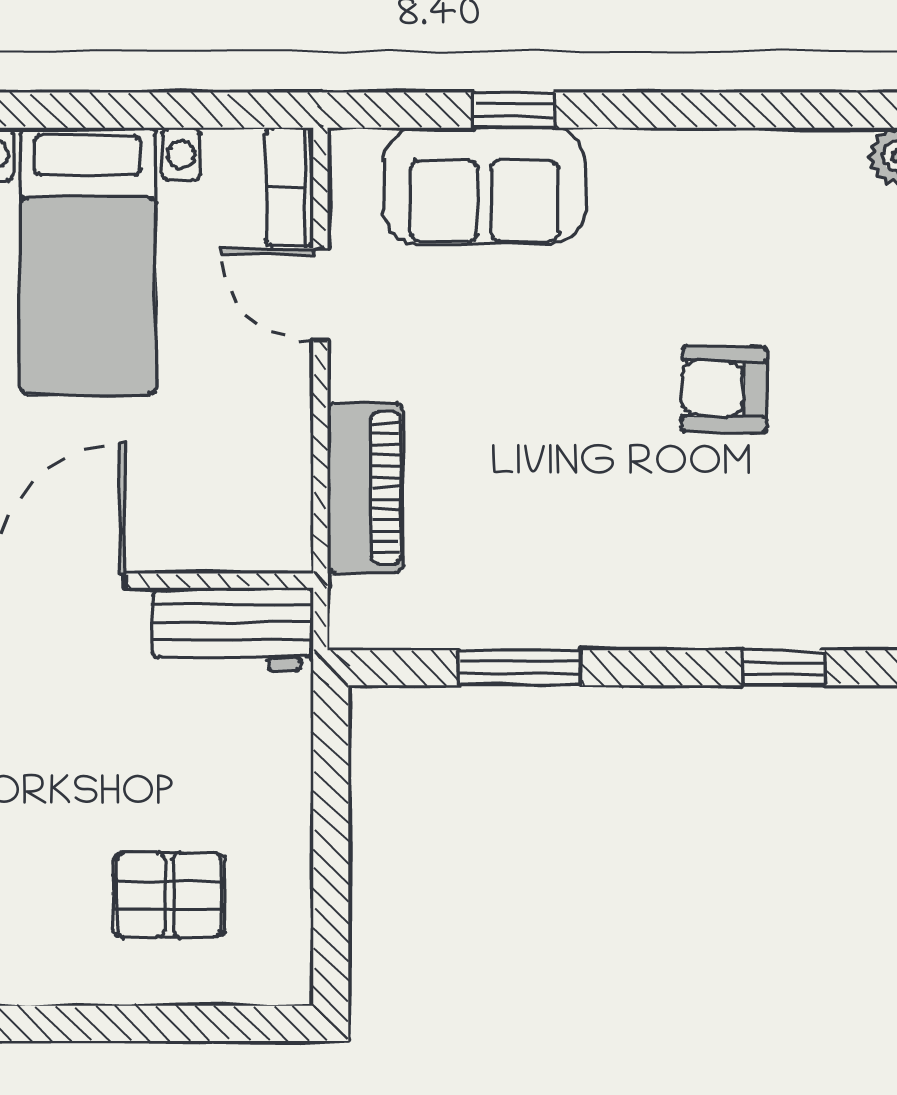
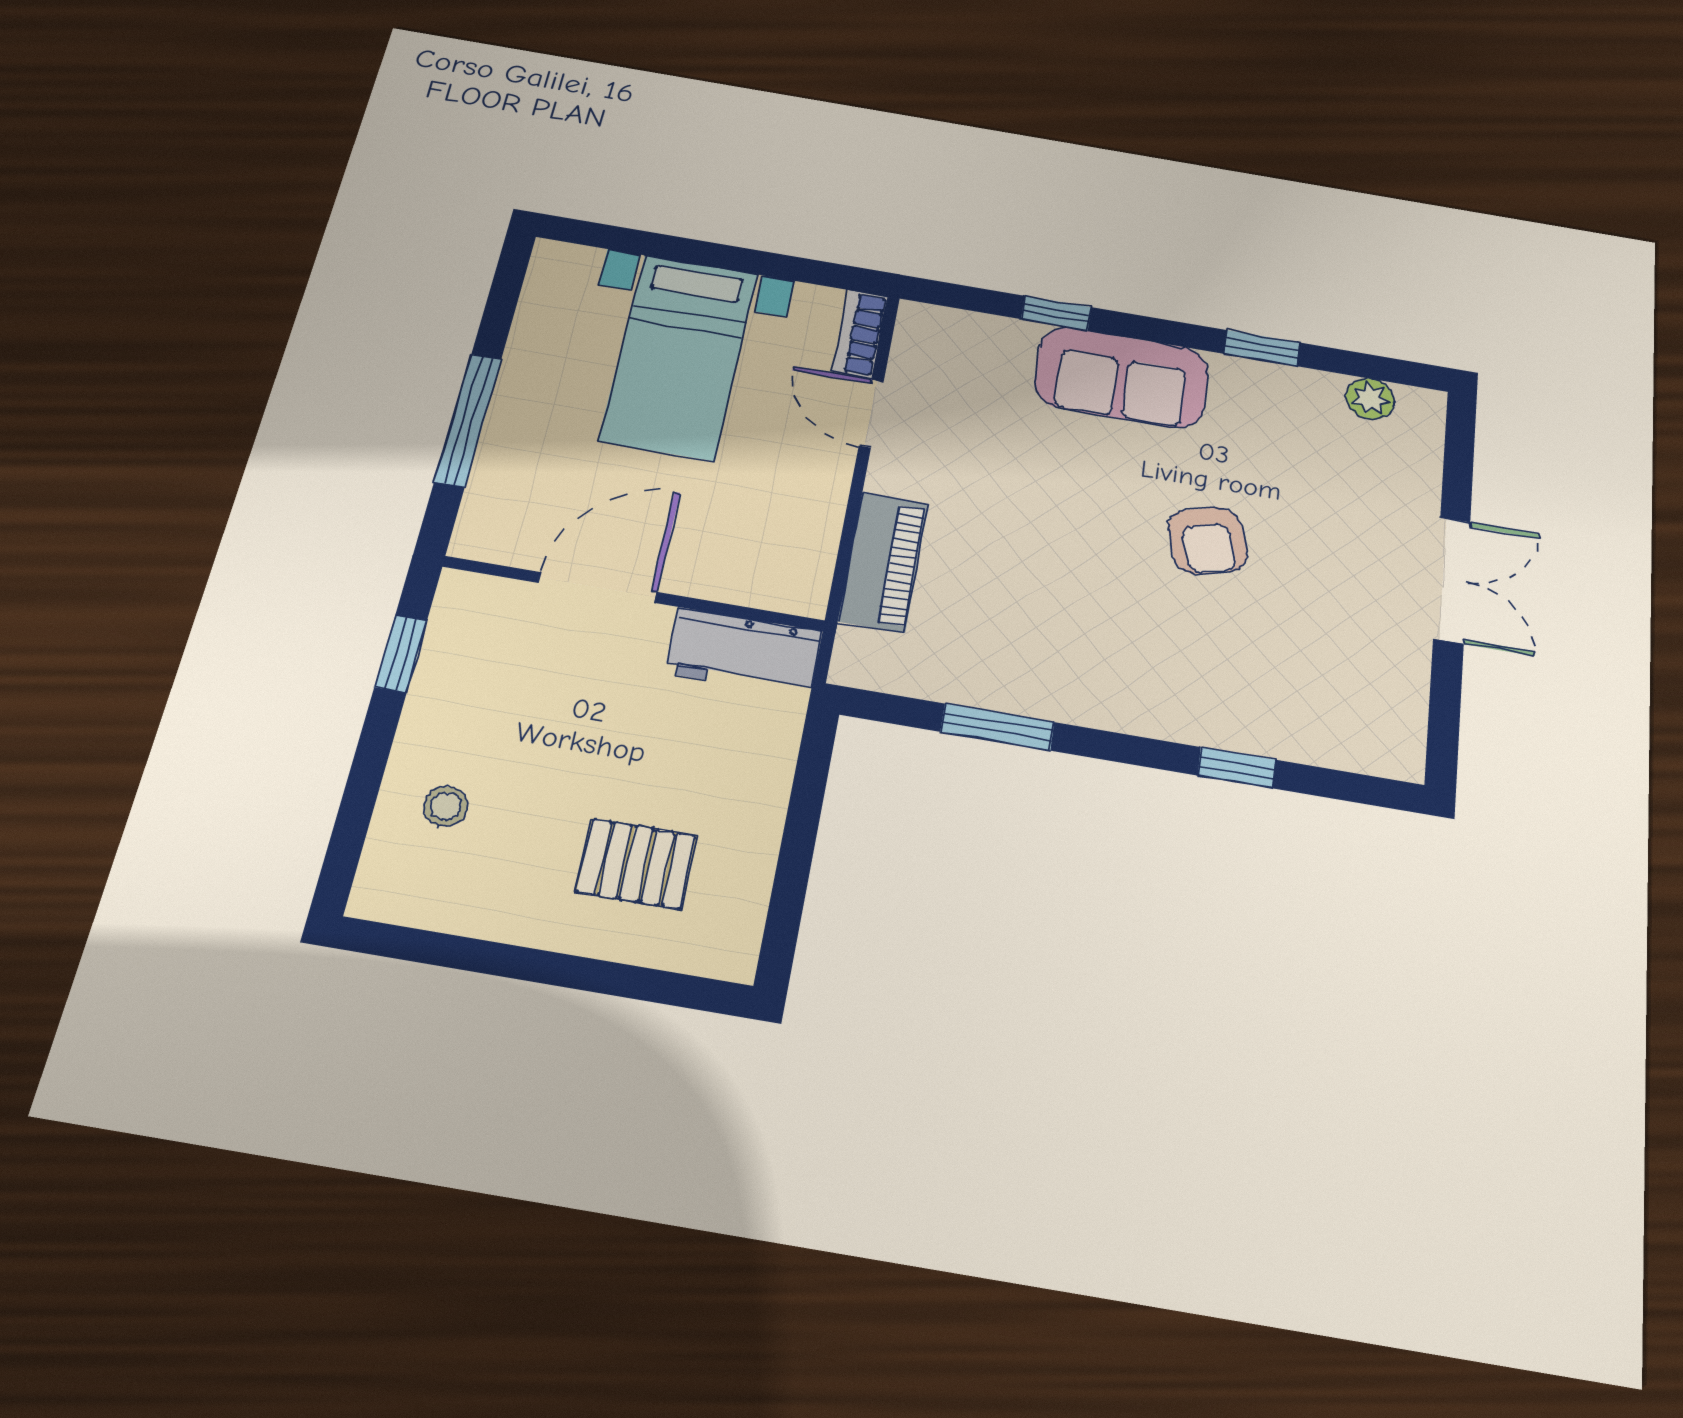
window: (763, 110) -> (1262, 348), added
sofa: (484, 186) -> (1121, 377), moved
armchair: (724, 389) -> (1207, 541), turned -107

